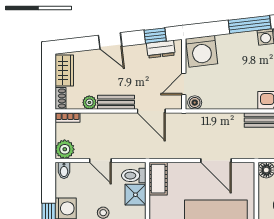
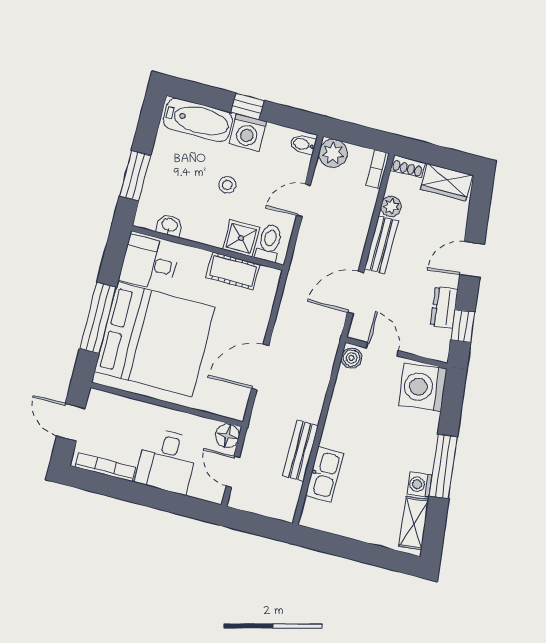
dresser: (161, 49) -> (444, 307), moved
cot: (158, 179) -> (233, 271), moved

